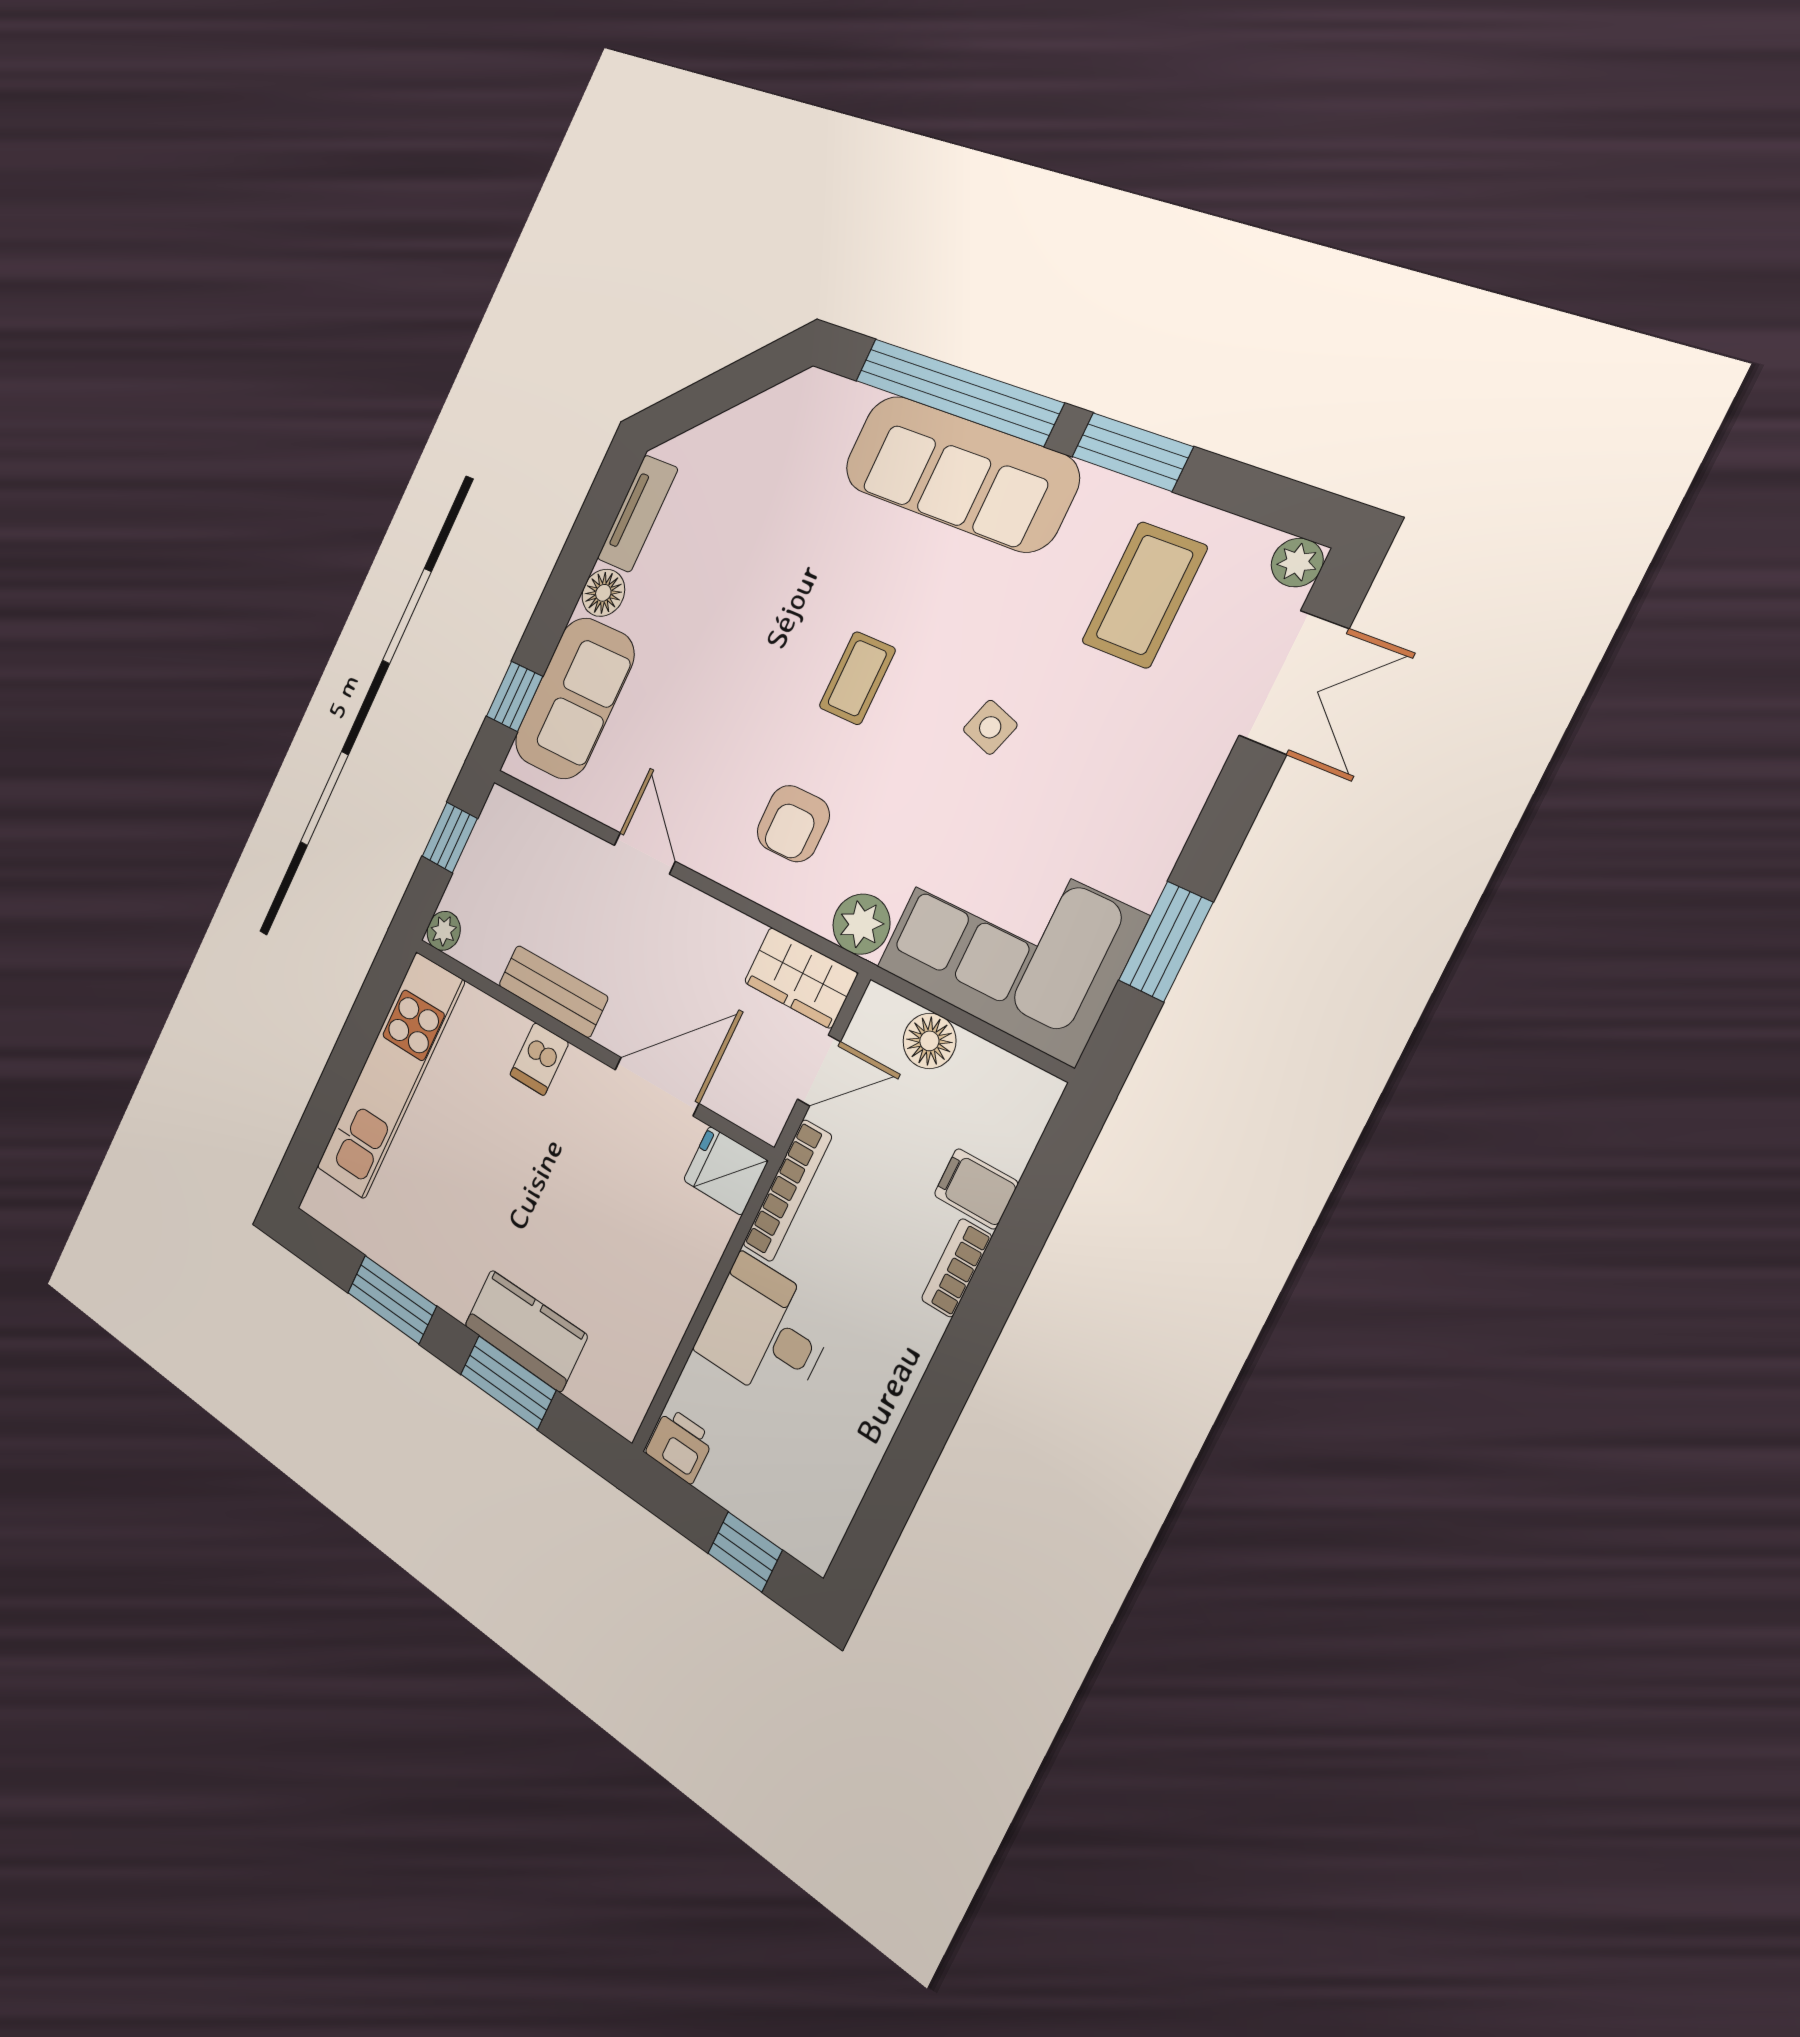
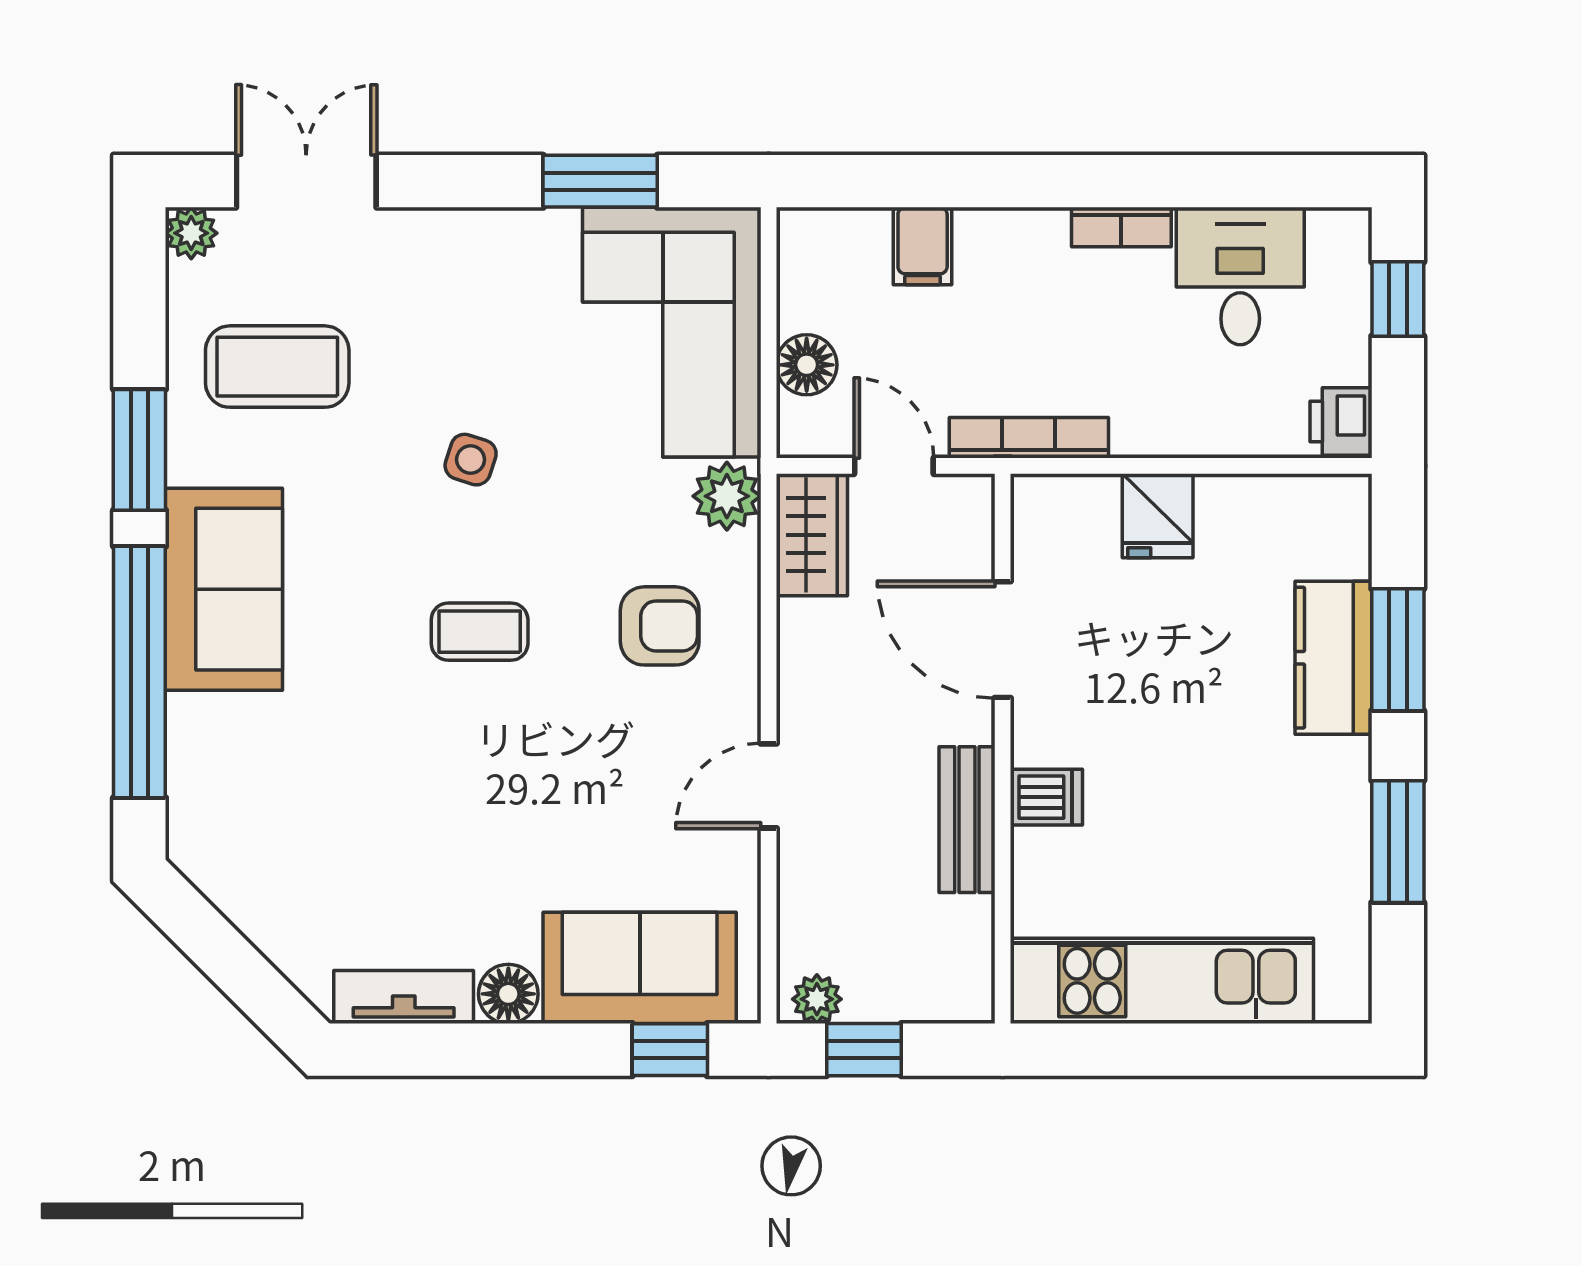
sofa: (960, 473) -> (224, 589), width x0.73
plant: (444, 931) -> (817, 999), moved
fridge: (725, 1171) -> (1158, 516), moved
bookcase: (957, 1268) -> (1121, 227), moved
desk: (765, 1331) -> (1240, 276), moved, turned 180

